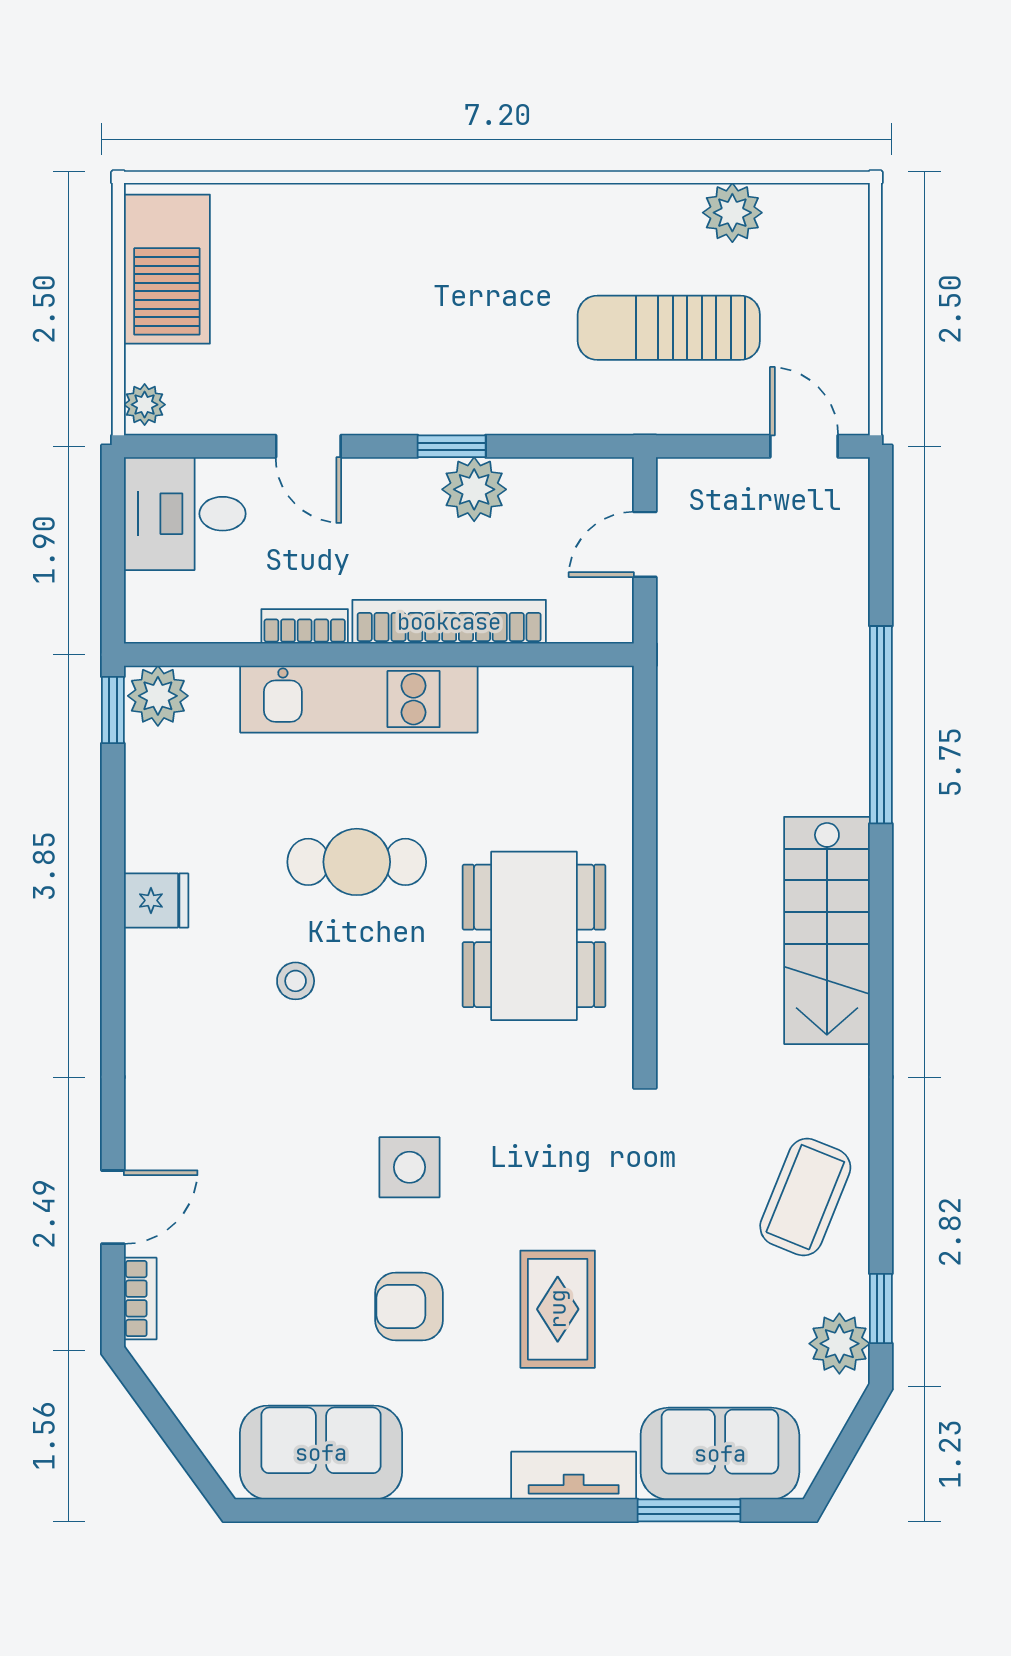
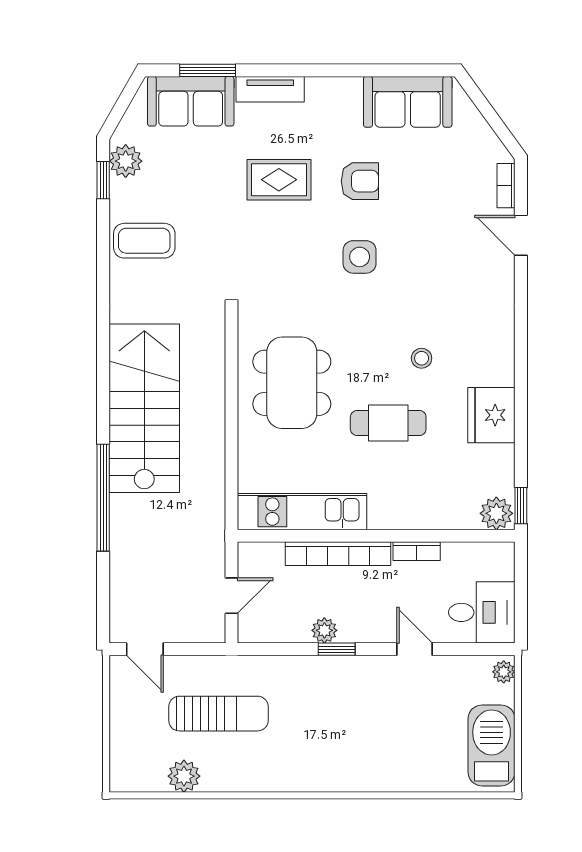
plant: (474, 489) -> (324, 630), width x0.73, depth x0.73
kitchen unit: (359, 699) -> (302, 512), moved
fridge: (156, 900) -> (491, 415), width x1.88, depth x1.34
stairs: (827, 930) -> (144, 408), width x1.36, depth x1.51
coffee table: (805, 1197) -> (144, 241), turned 68
door: (113, 1207) -> (521, 235), hinge flipped
rug: (558, 1309) -> (279, 180), turned 90

